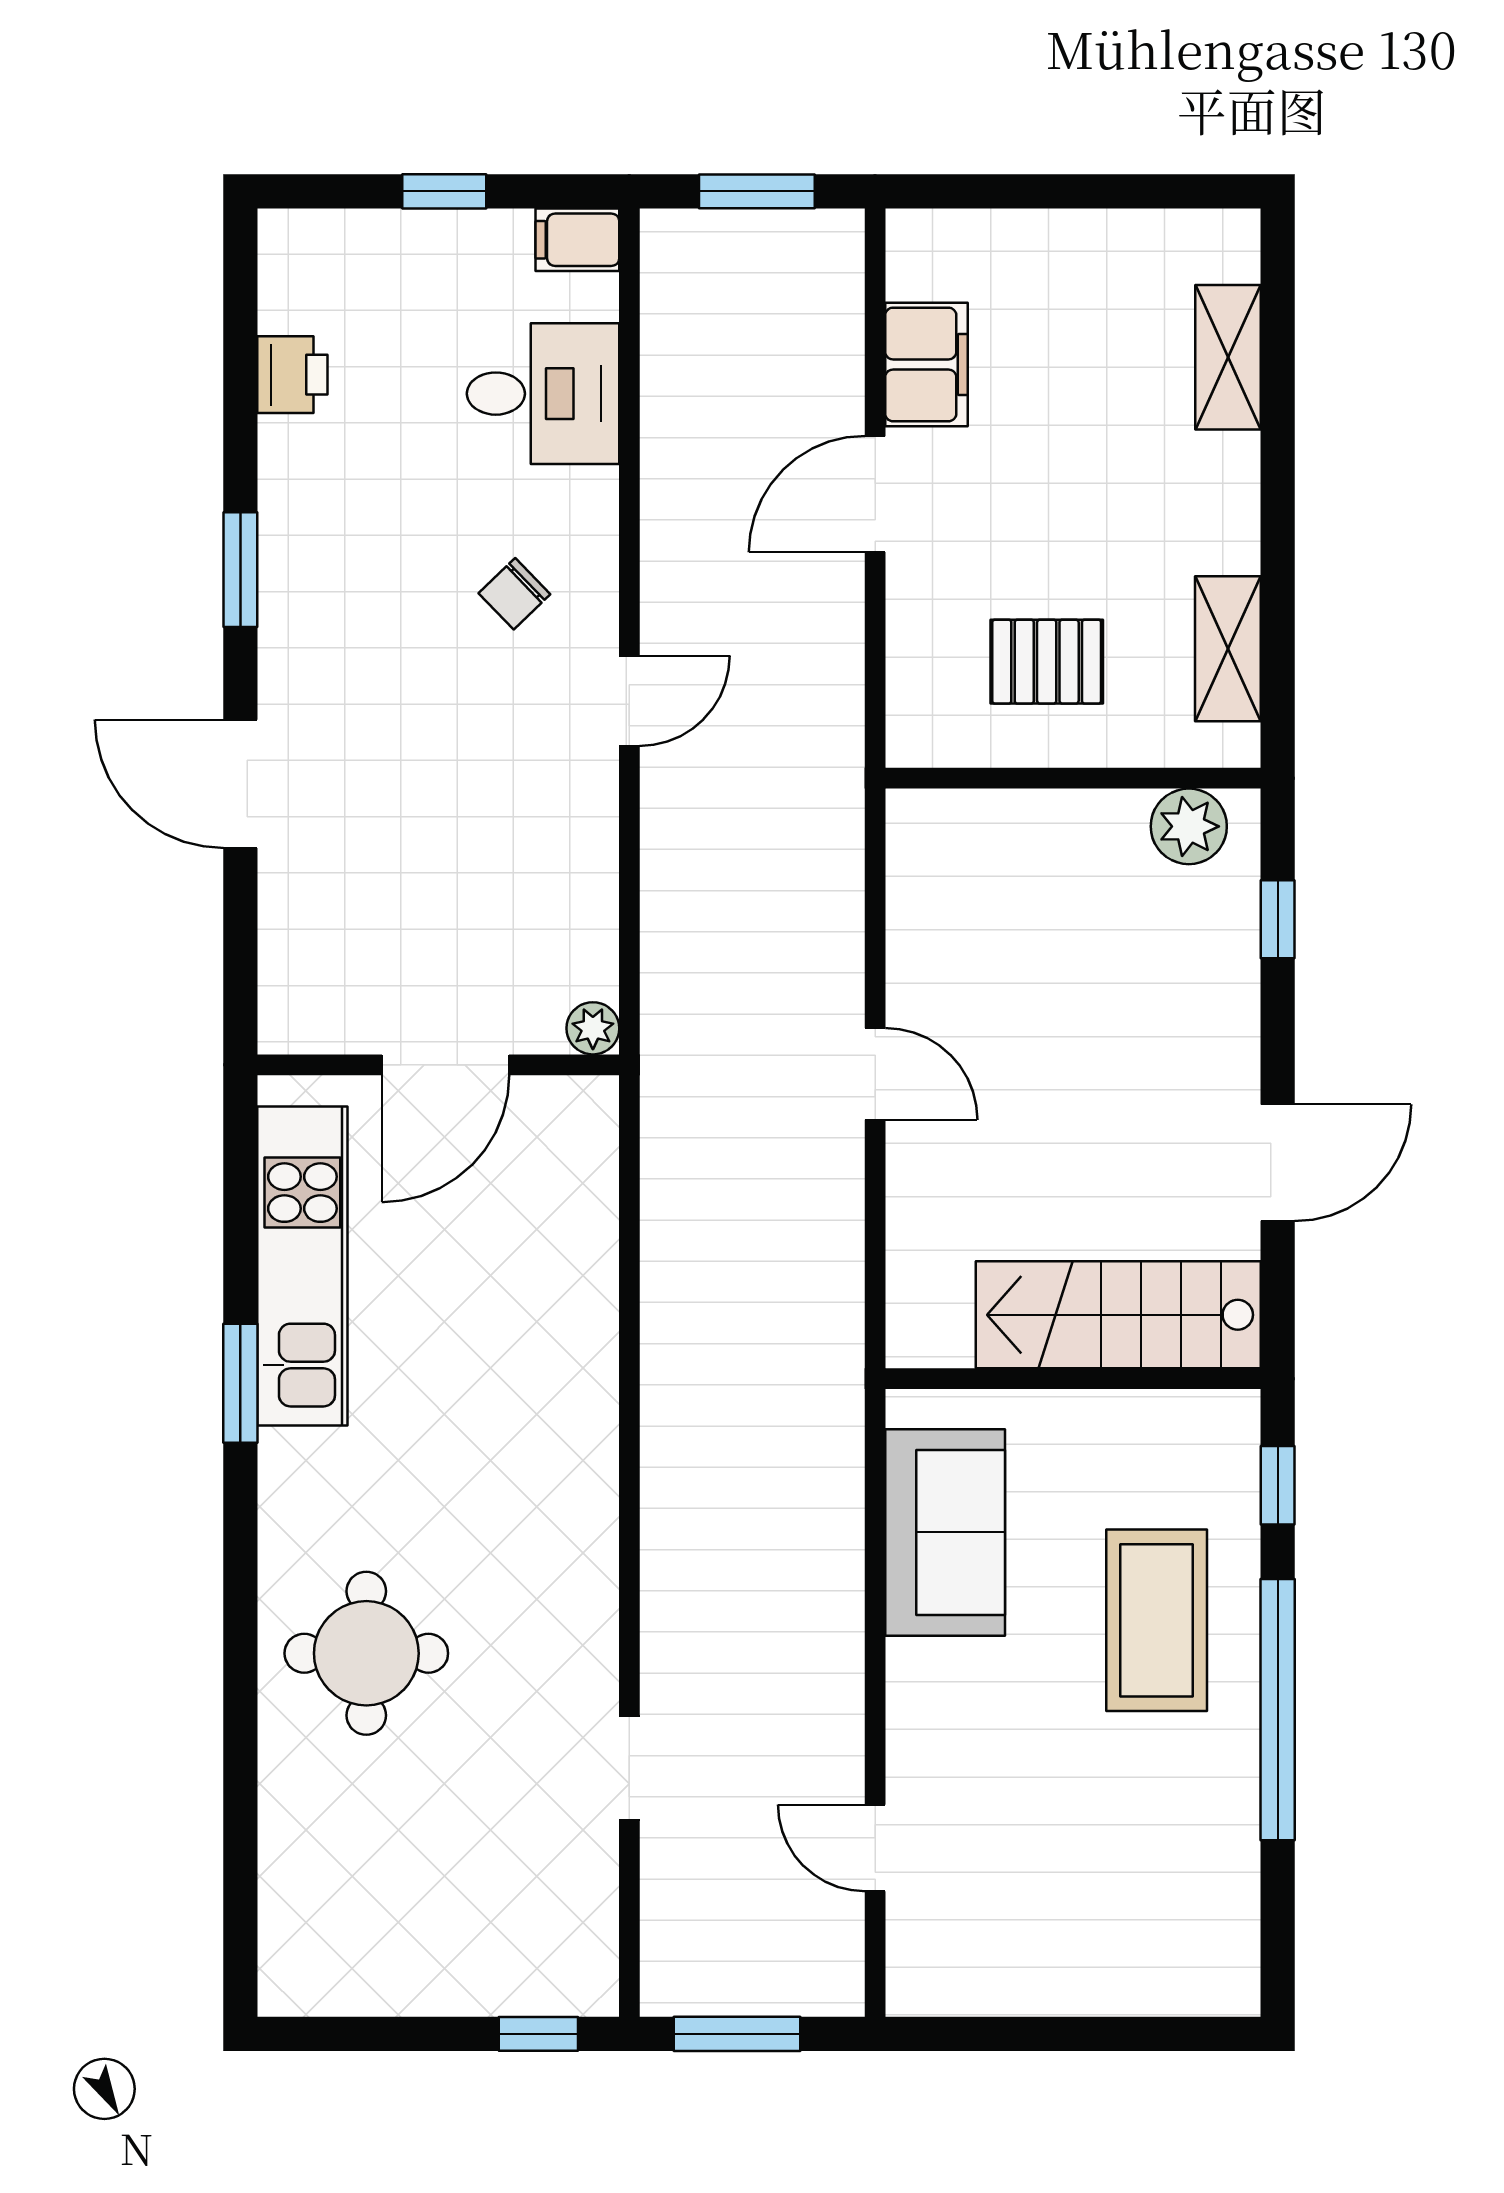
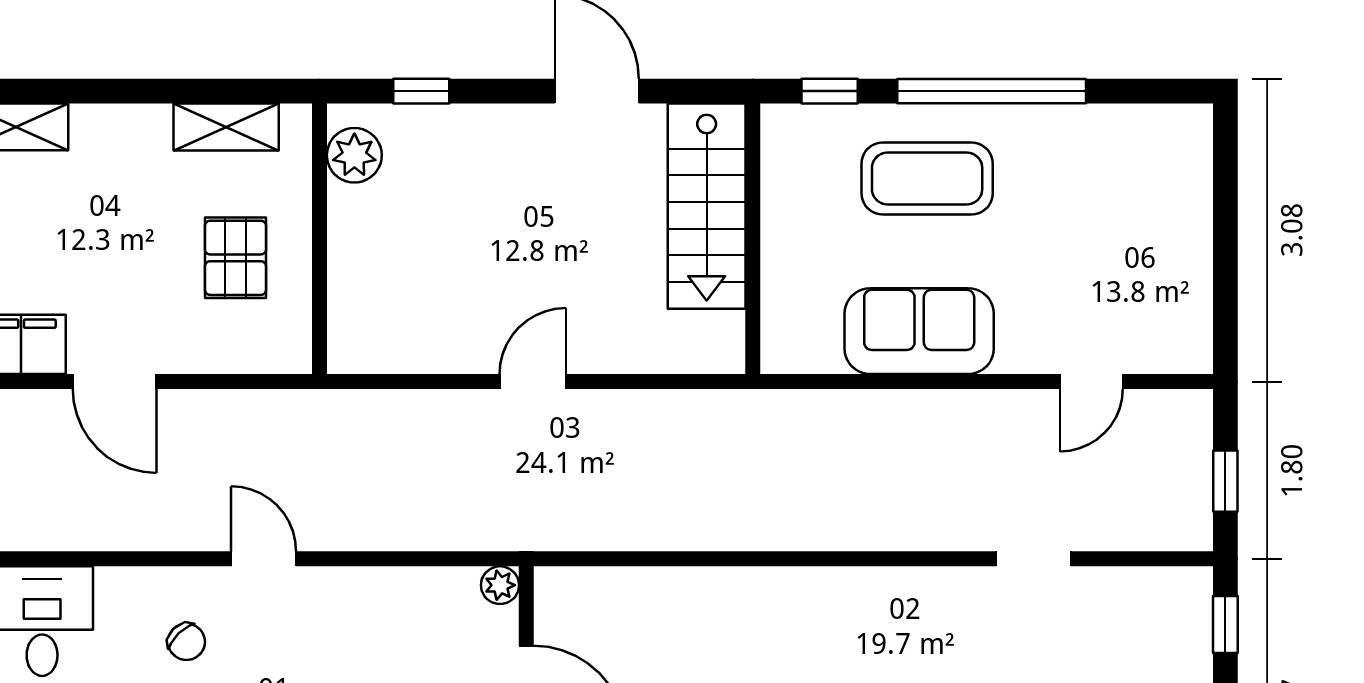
sofa: (945, 1532) -> (919, 331), moved
window: (737, 2034) -> (1225, 481), width x0.67

